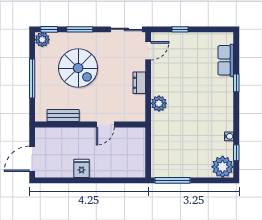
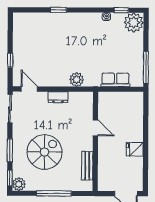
row of seats: (226, 60) -> (115, 80), moved, turned 180

